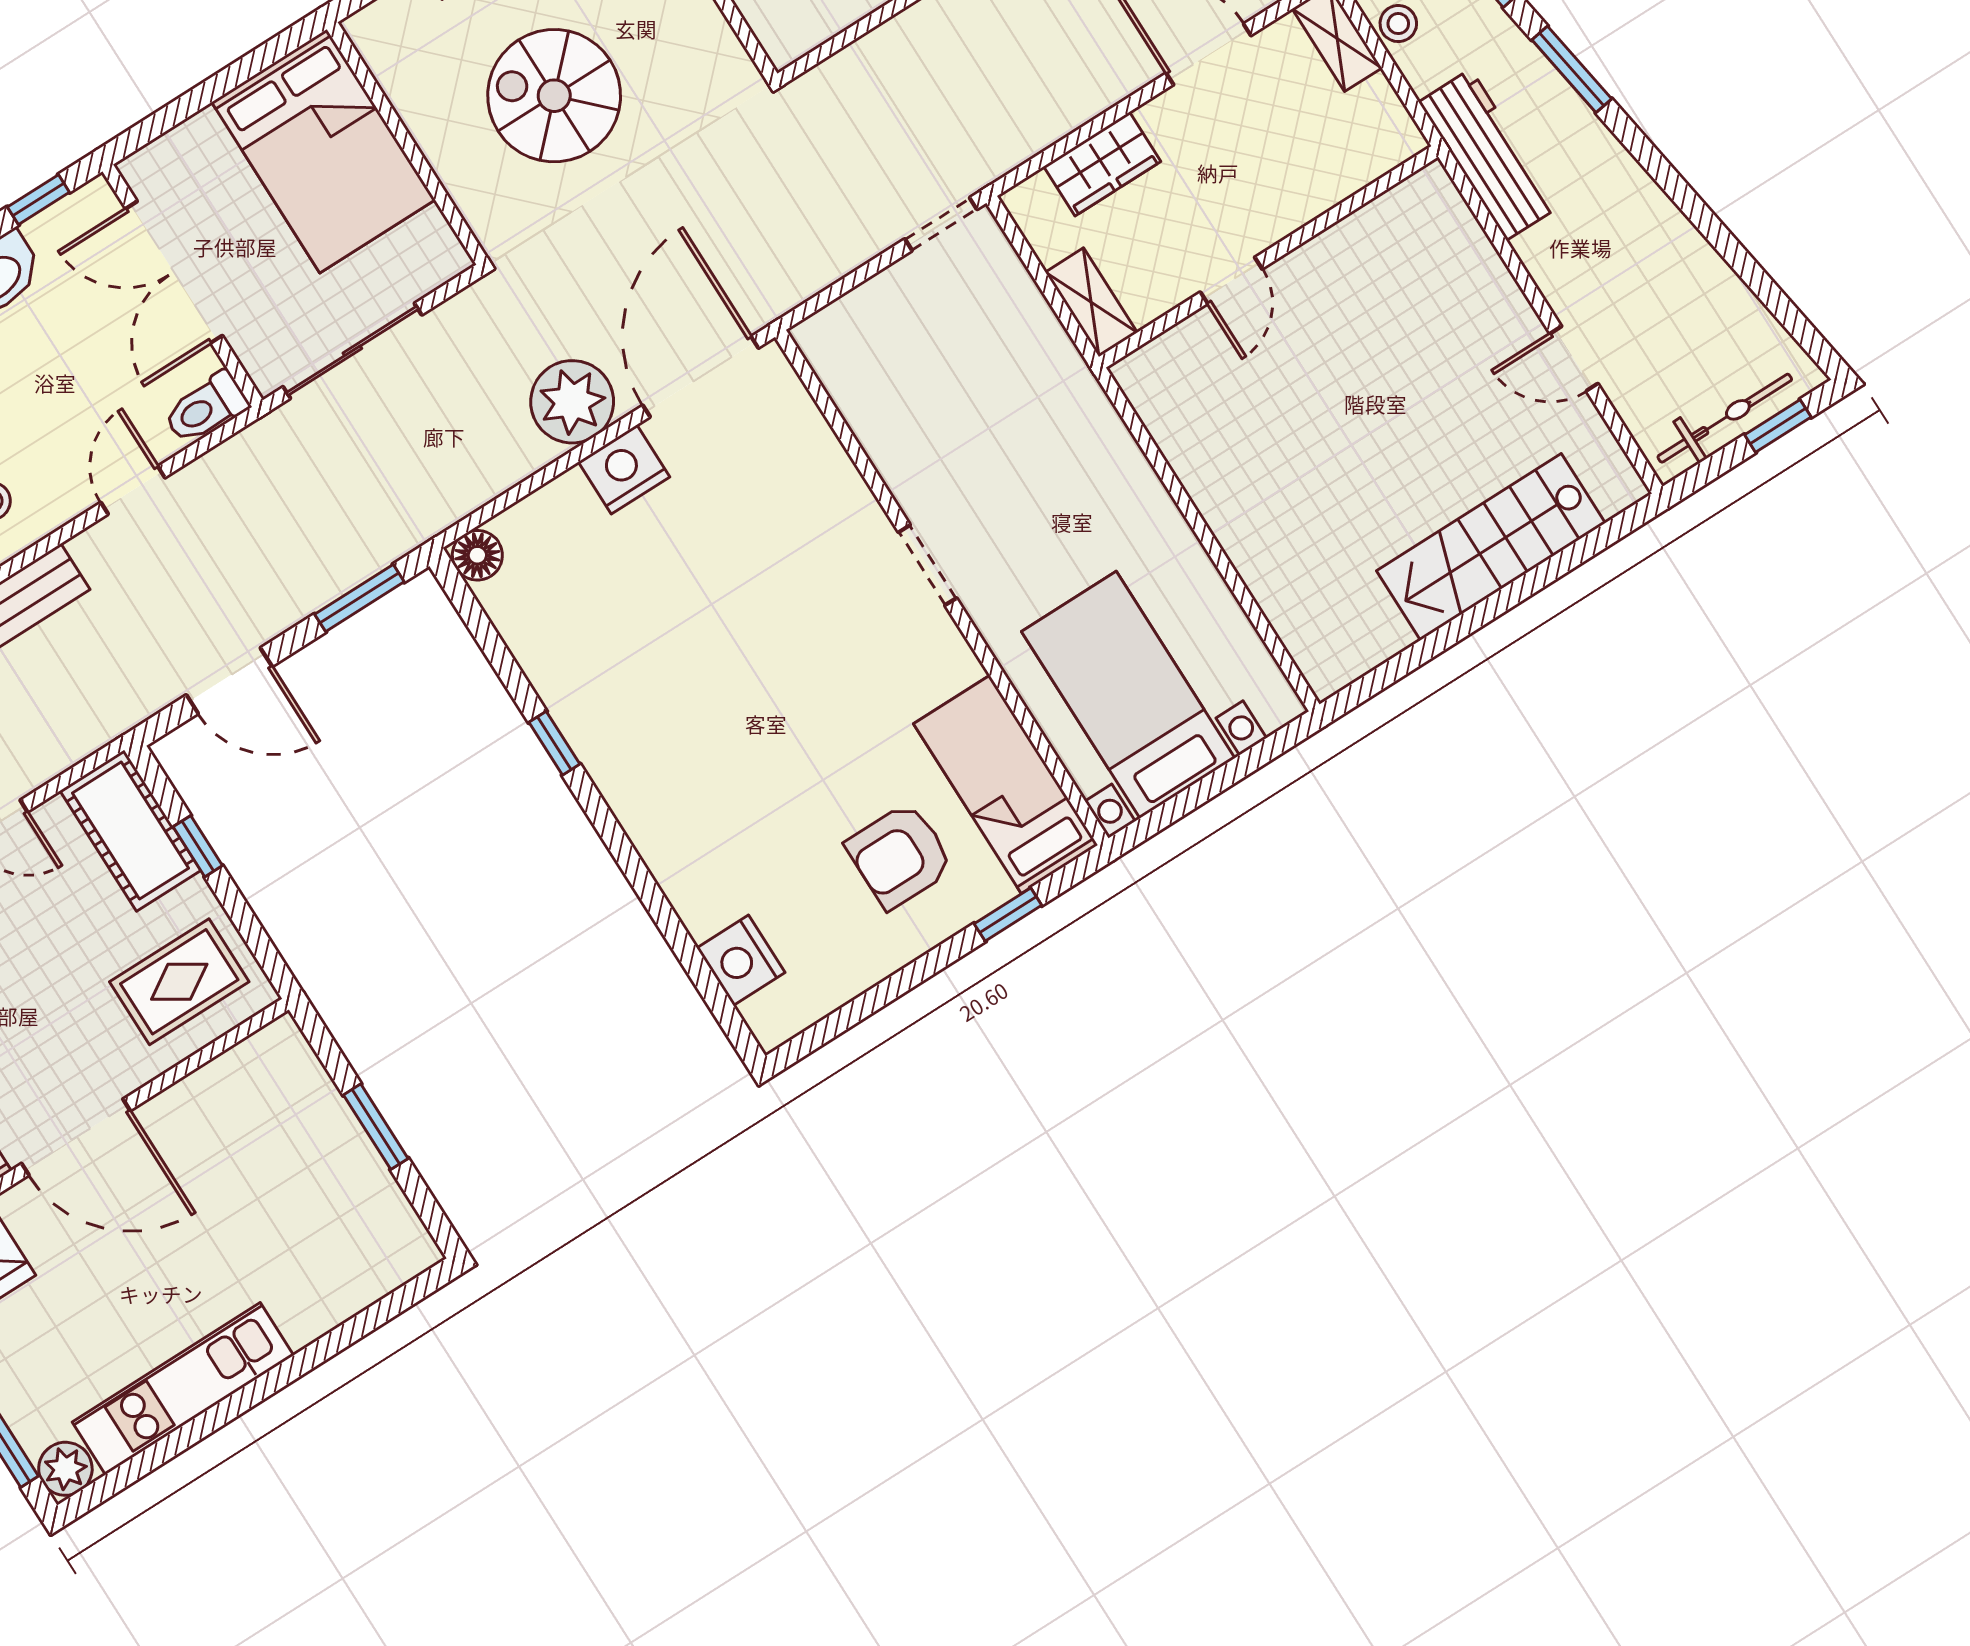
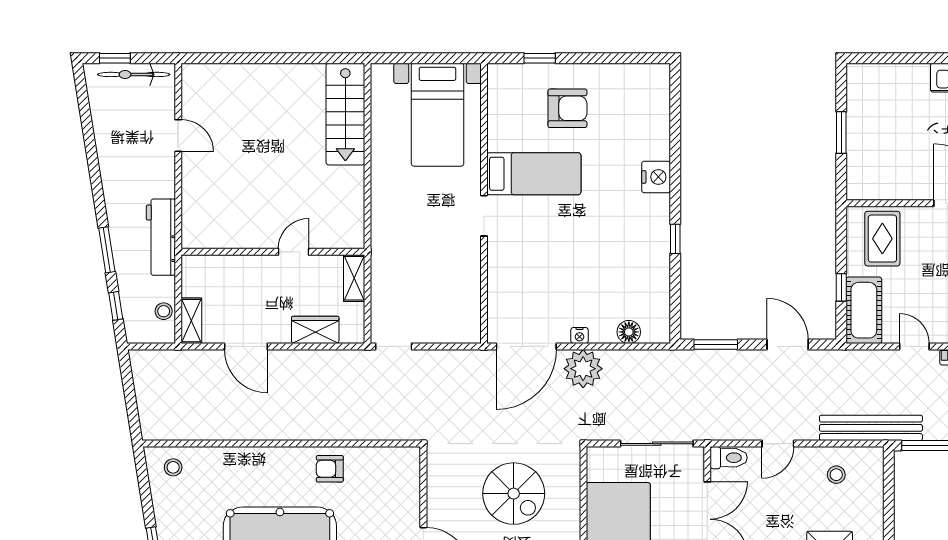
nightstand: (624, 469) -> (580, 335), width x0.53, depth x0.56
stairs: (1491, 547) -> (345, 114), moved, turned 90
floor lamp: (477, 555) -> (629, 332), moved
bed: (1006, 784) -> (534, 174), moved, turned -90
nightstand: (741, 960) -> (656, 177), moved
rug: (179, 982) -> (882, 239), turned 90

